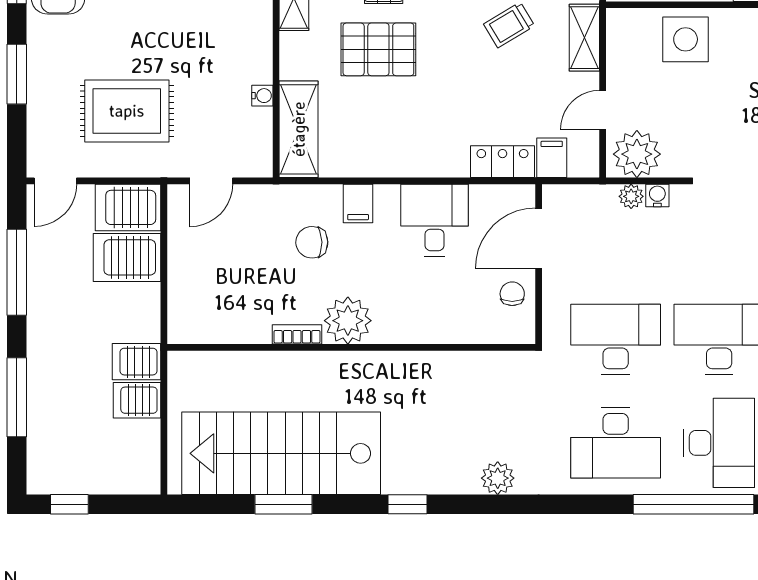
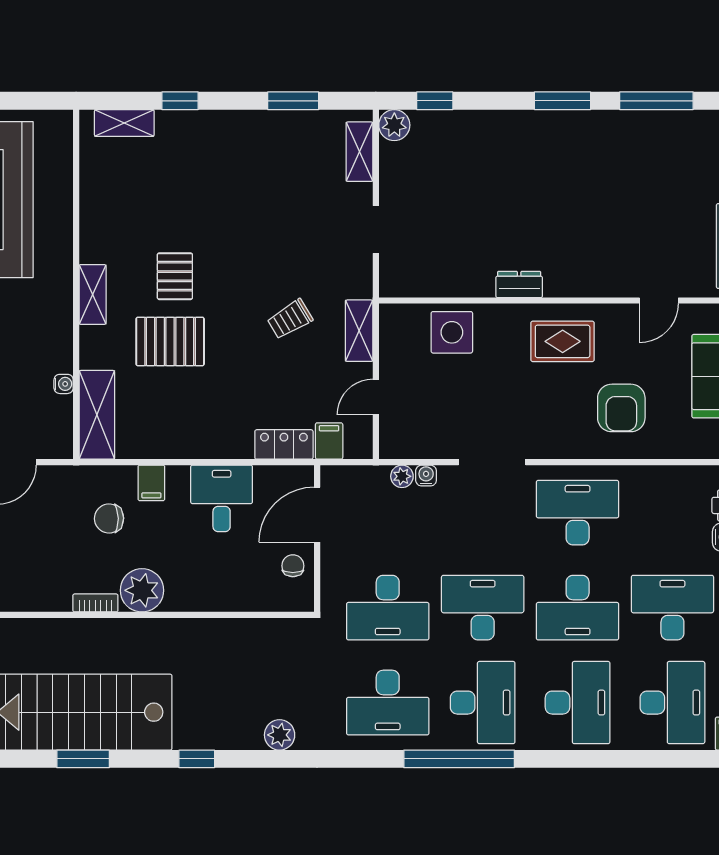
plant: (637, 154) -> (407, 438), removed
desk: (616, 339) -> (388, 608), turned 180

